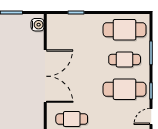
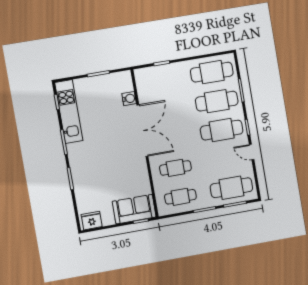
water cooler: (38, 25) -> (129, 99), moved
cafe table: (125, 59) -> (217, 101), width x1.37, depth x1.35
door: (151, 116) -> (252, 152), hinge flipped

